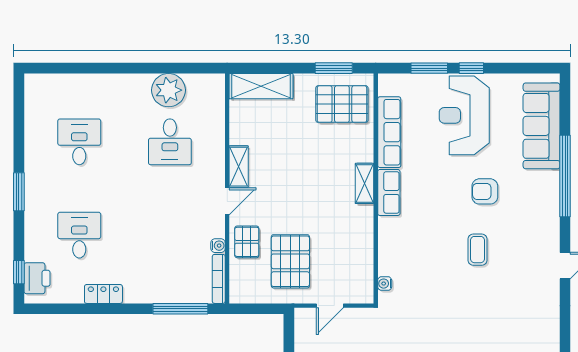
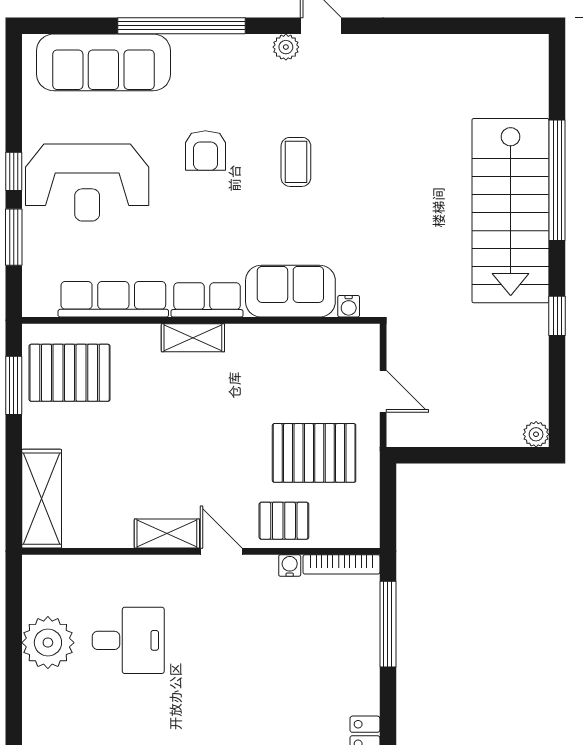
pallet: (342, 104) -> (70, 373), turned 90
plant: (551, 243) -> (286, 47), added
sofa: (394, 246) -> (290, 291), added
coffee table: (478, 250) -> (296, 162), turned 90

